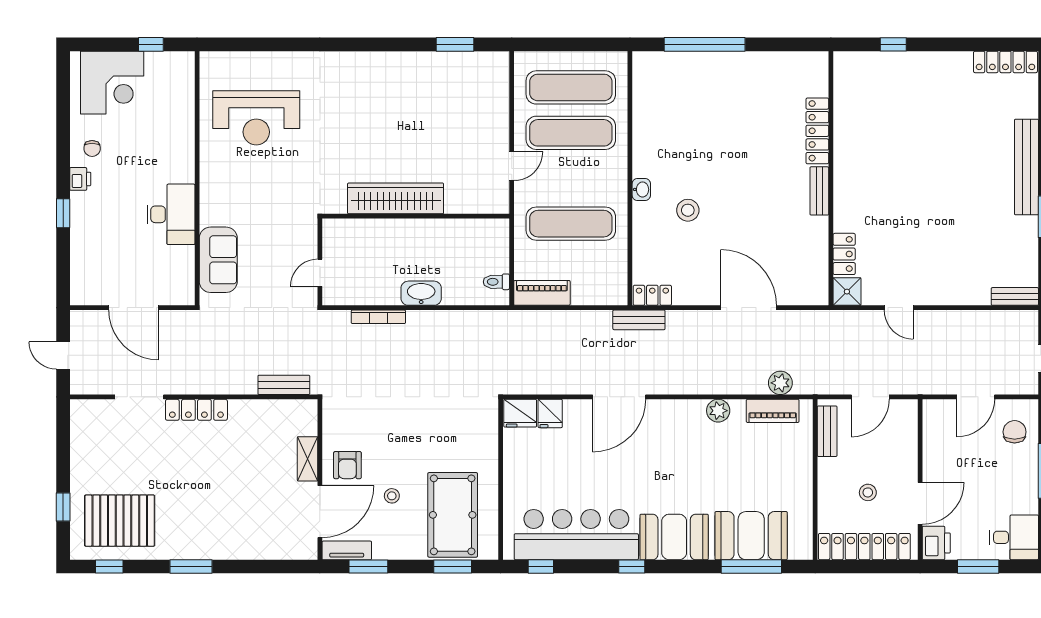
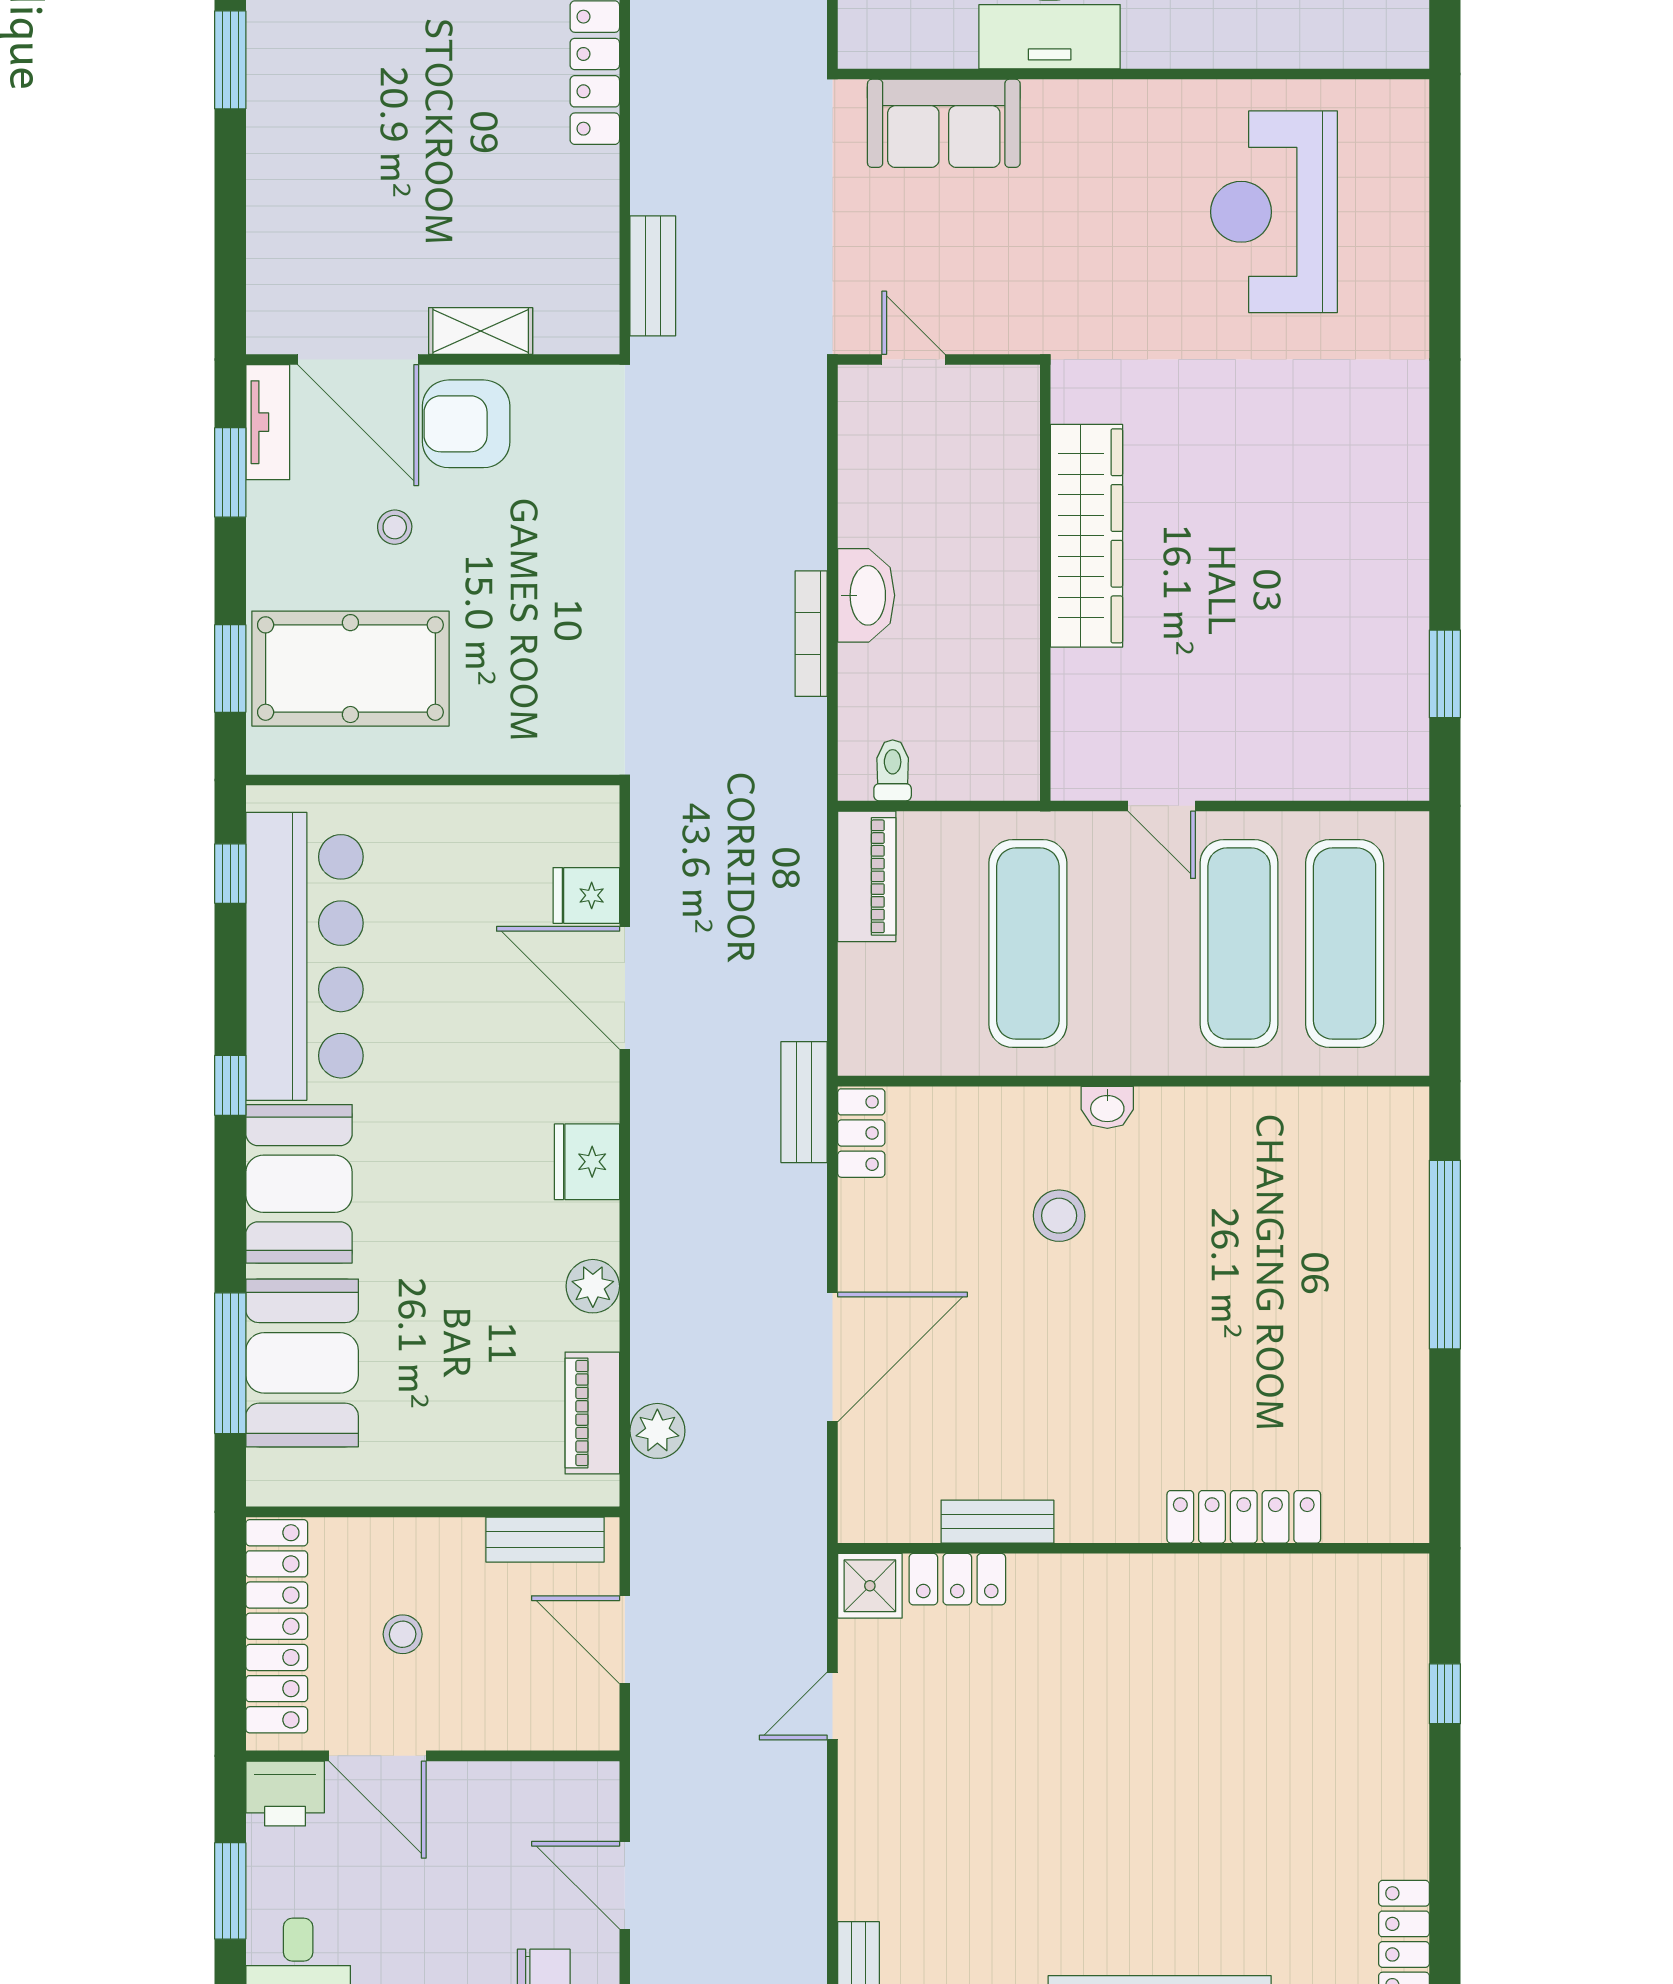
bench: (819, 191) -> (997, 1522), moved
bookcase: (378, 317) -> (811, 634), moved
door: (619, 397) -> (625, 988), moved
fridge: (520, 413) -> (587, 1162), moved
armchair: (347, 465) -> (466, 424), width x1.38, depth x1.38

